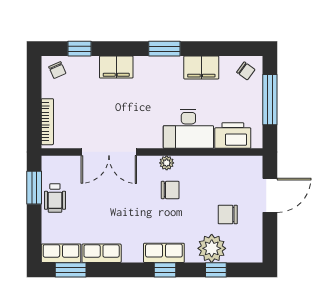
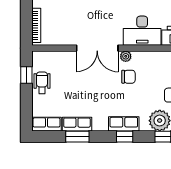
double door: (109, 152) -> (97, 48), moved
window: (34, 188) -> (26, 75), width x0.67
wheelchair: (55, 198) -> (42, 83), turned 180
window: (71, 270) -> (77, 137), moved

